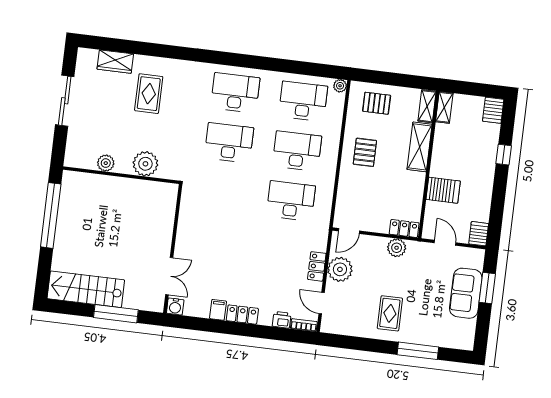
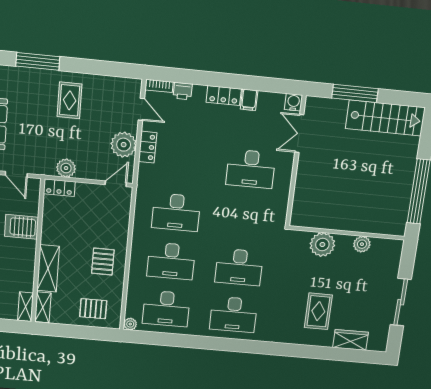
desk: (217, 242) -> (251, 169), added

